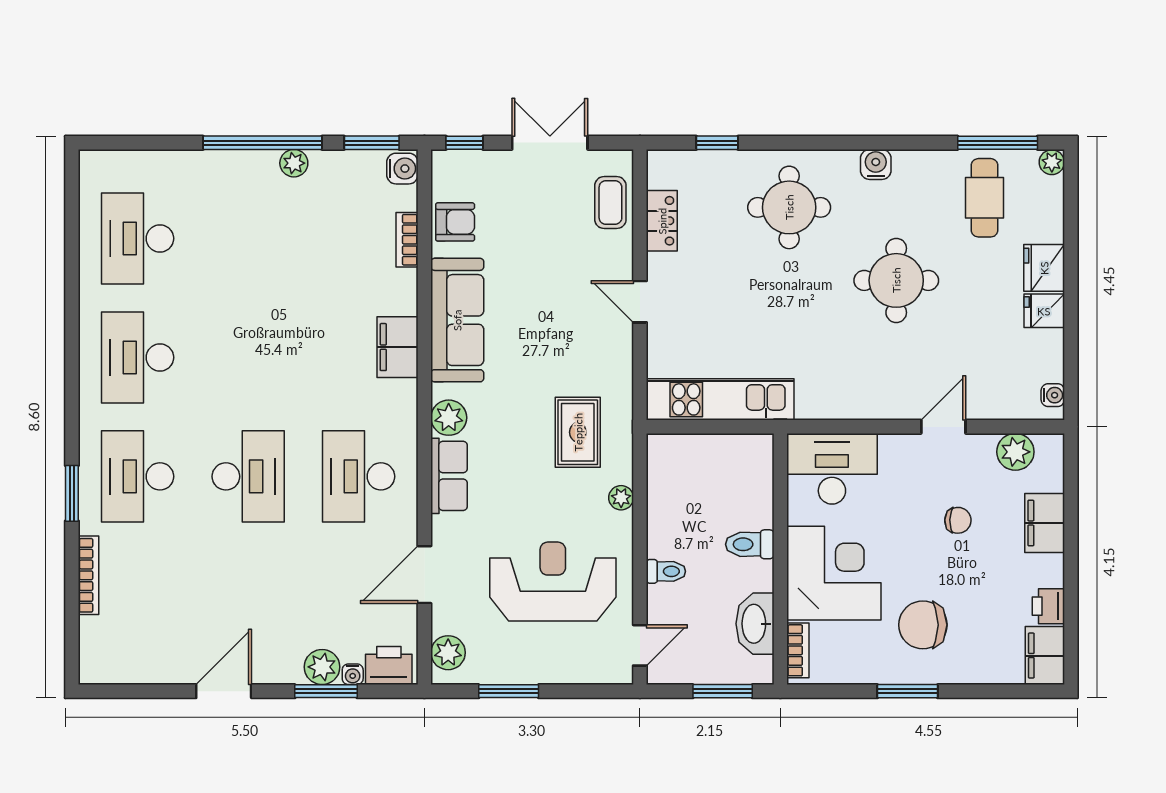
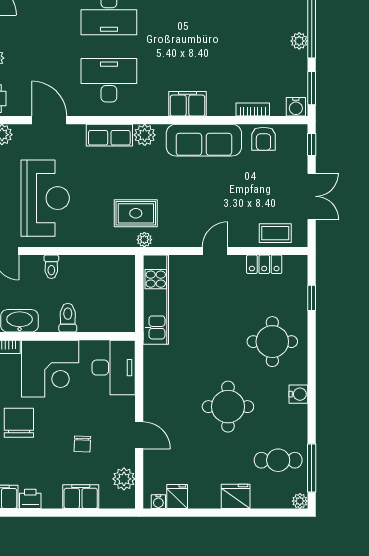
fridge: (1044, 311) -> (177, 496), moved
plant: (621, 498) -> (144, 240), moved

